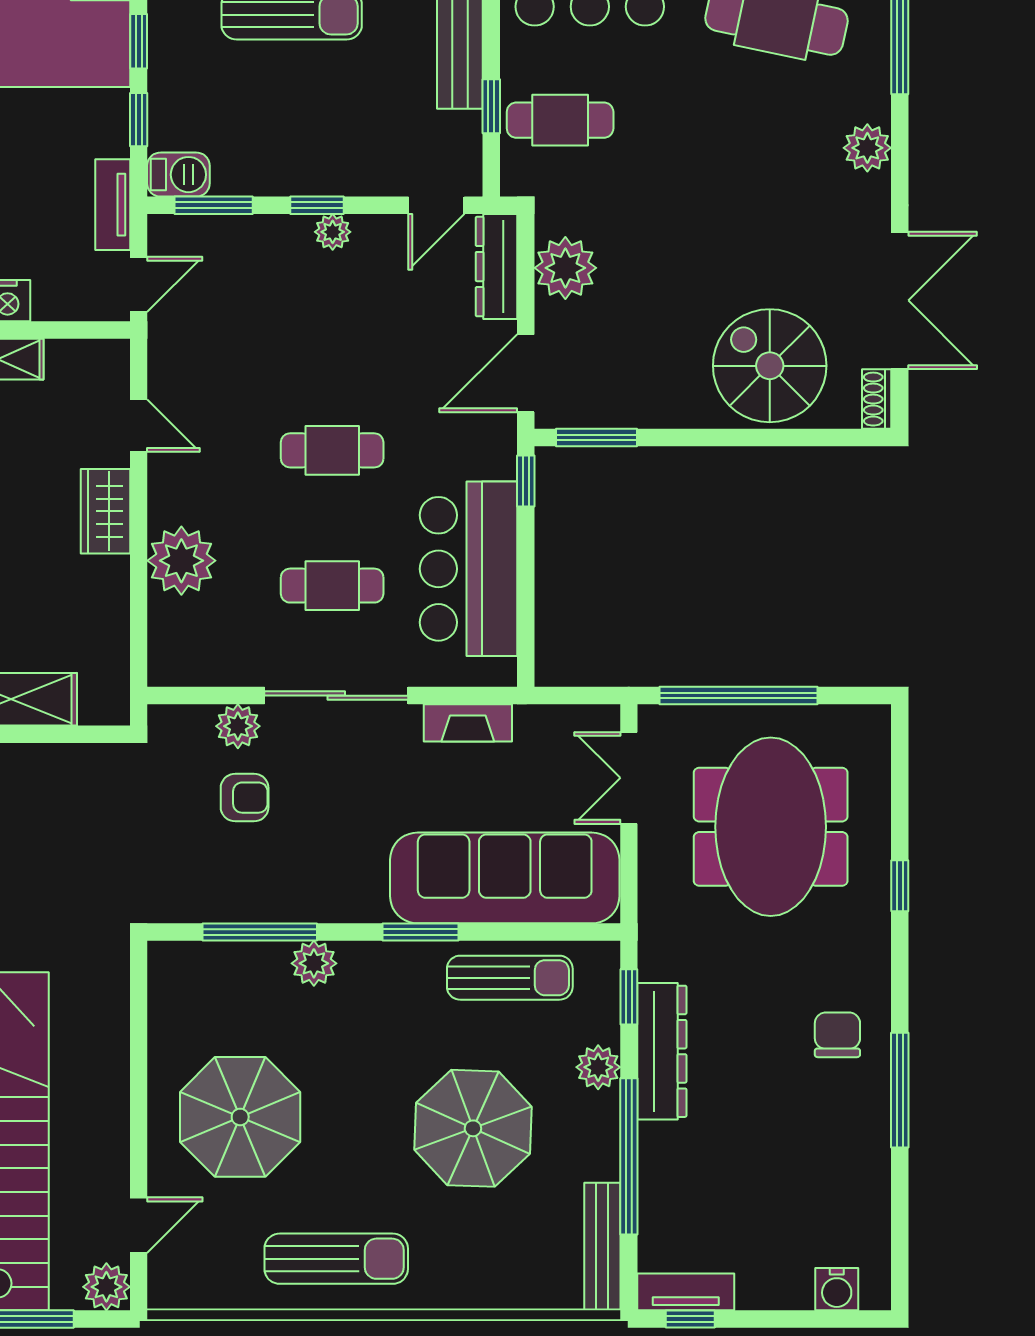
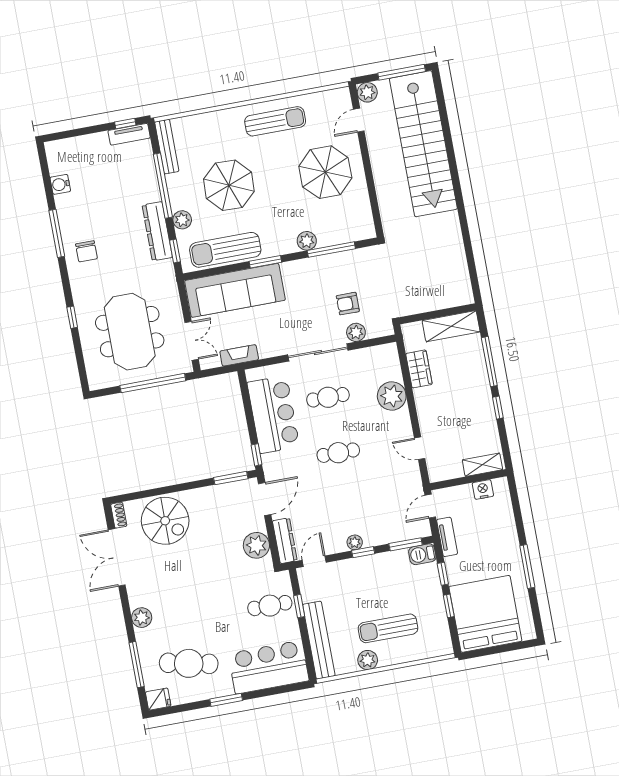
wardrobe: (105, 511) -> (419, 369), moved
fireplace: (468, 723) -> (239, 355), moved
sun lounger: (510, 978) -> (225, 250), width x1.36, depth x1.34
sun lounger: (336, 1259) -> (275, 121), turned 180
water cooler: (837, 1289) -> (60, 184), moved, turned -90

